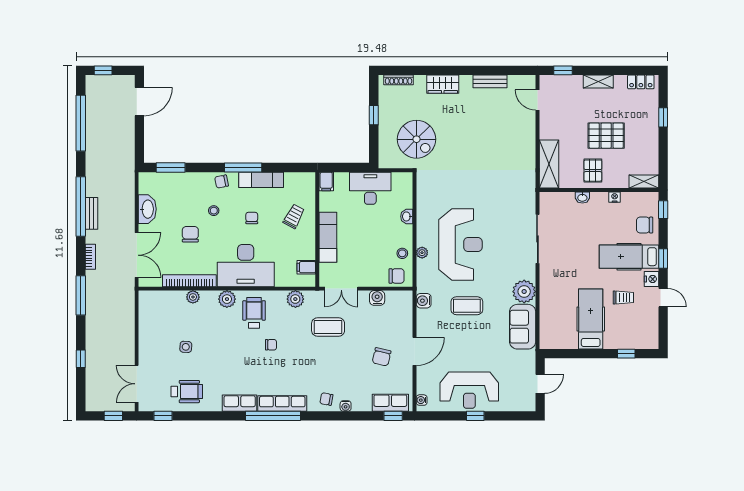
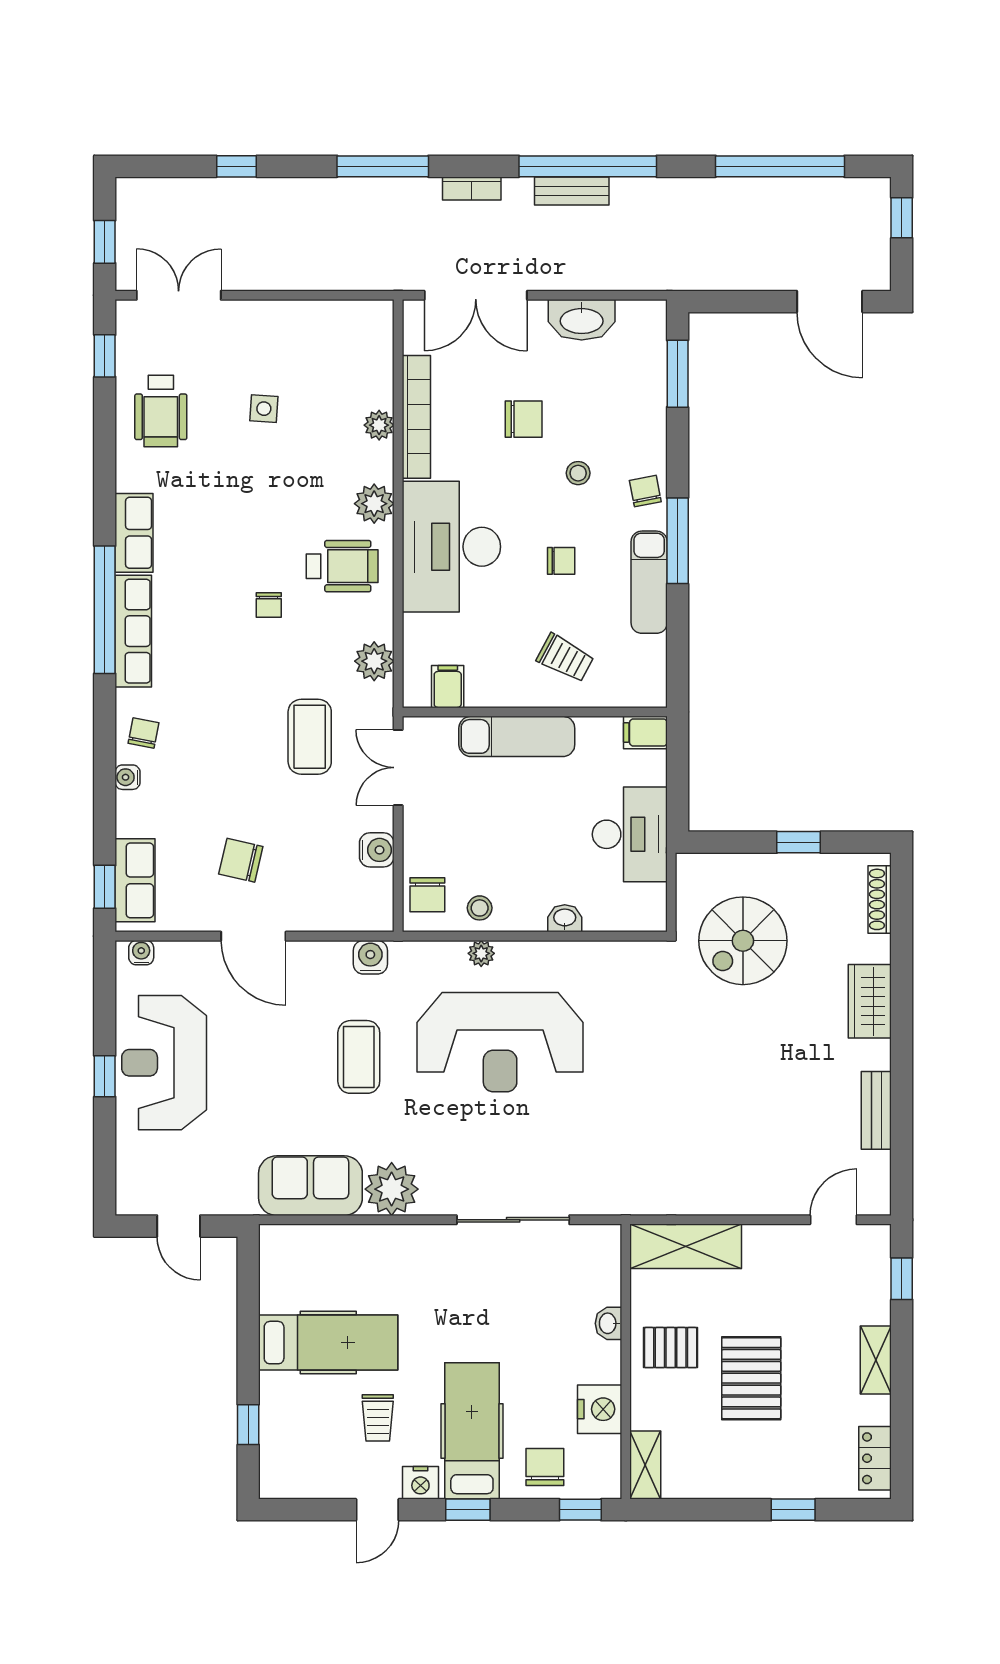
nightstand: (615, 197) -> (600, 1409), width x1.89, depth x1.79

